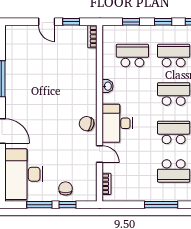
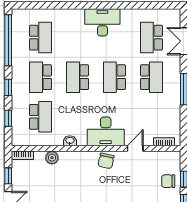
school desk: (132, 56) -> (41, 117), turned 180
plant: (90, 67) -> (52, 158), added

